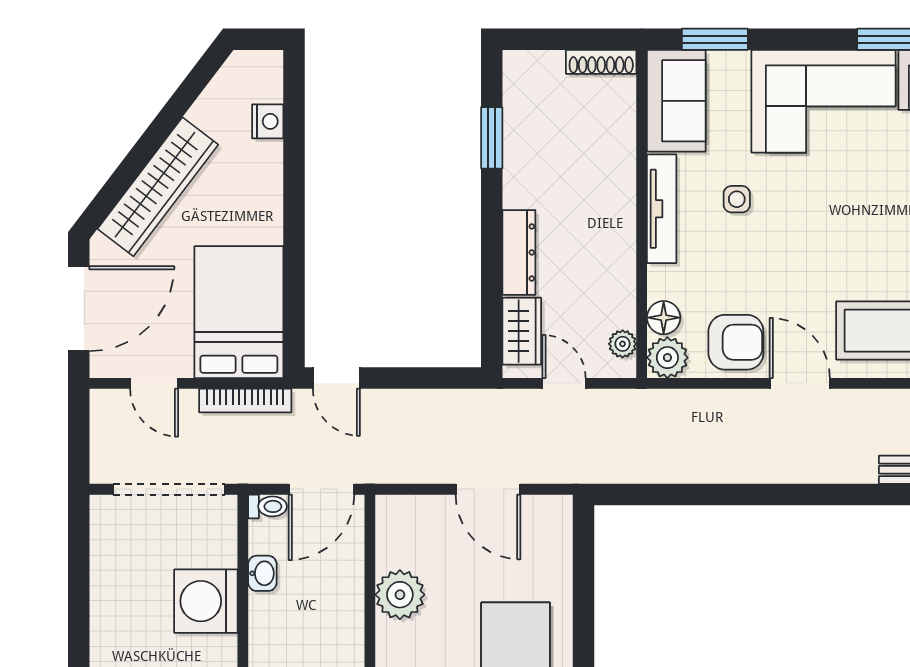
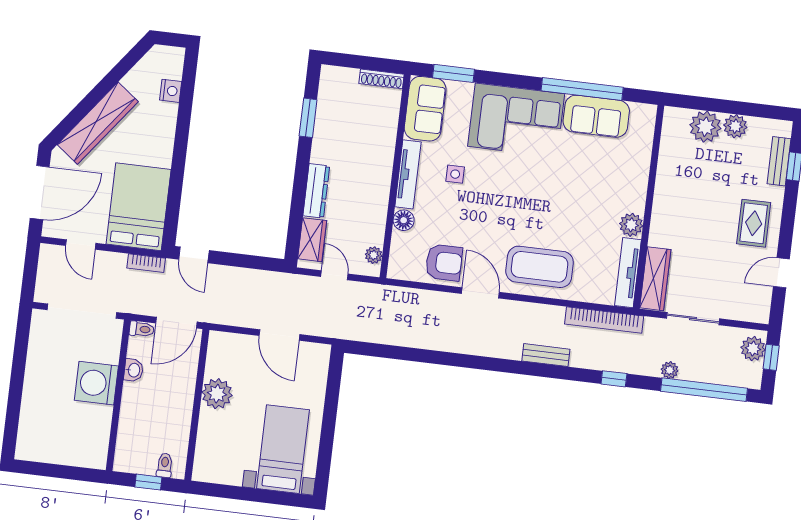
floor lamp: (664, 318) -> (404, 220), moved
plant: (667, 358) -> (400, 267), removed
bookcase: (245, 400) -> (146, 263), width x0.64

